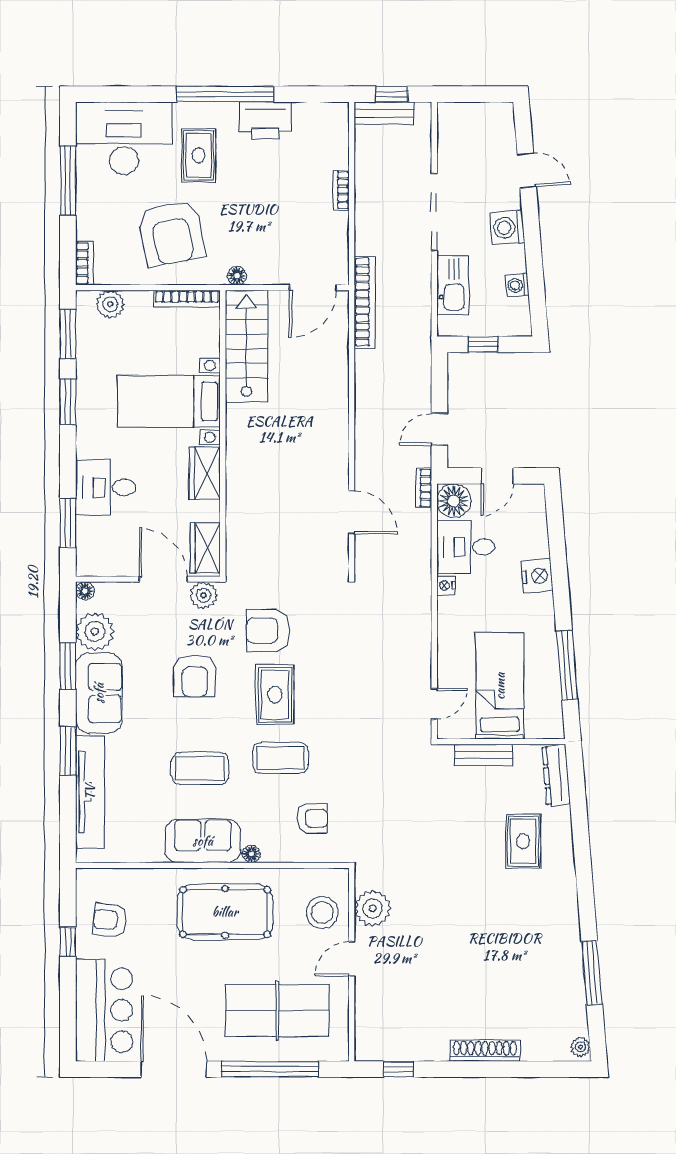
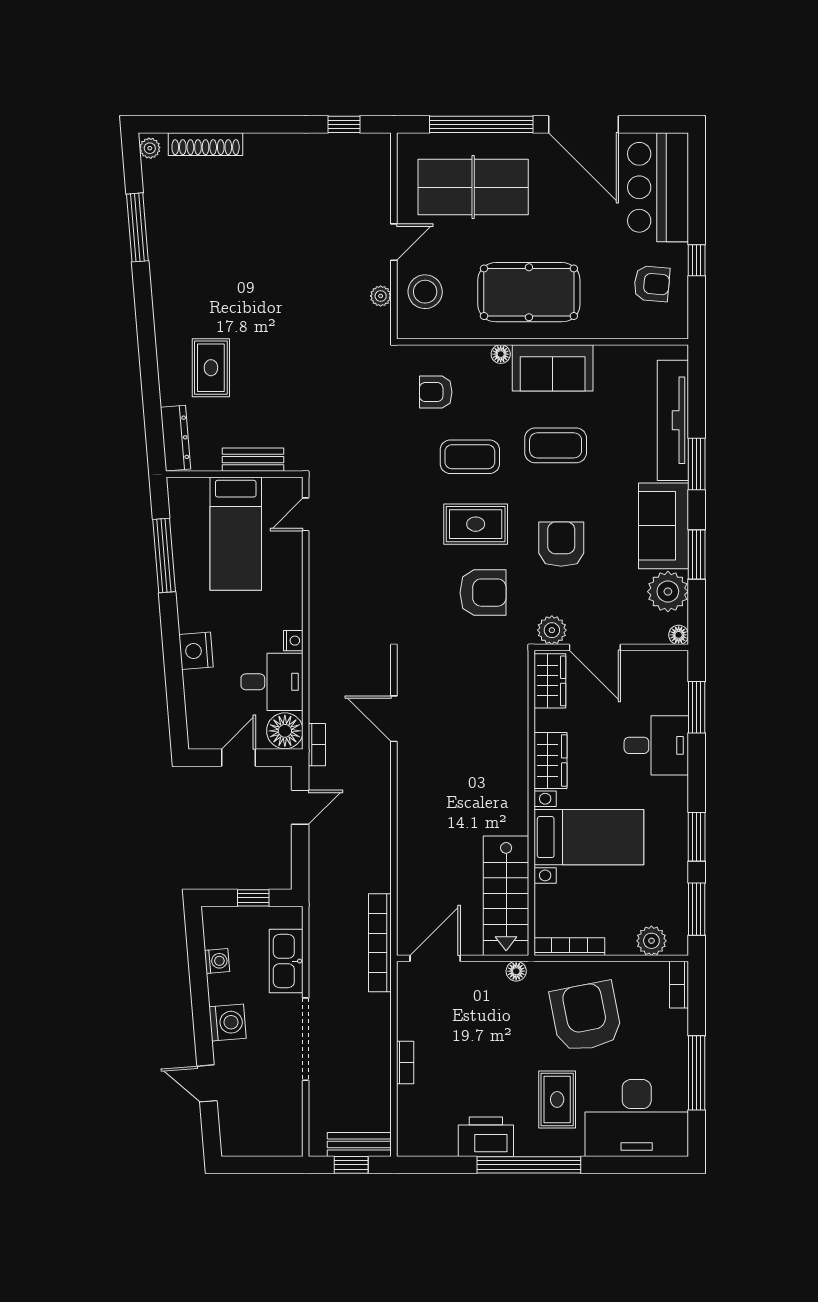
rug: (275, 695) -> (476, 524), turned 90
plant: (373, 908) -> (381, 296), width x0.53, depth x0.53
shoe rack: (485, 1051) -> (206, 144), moved

